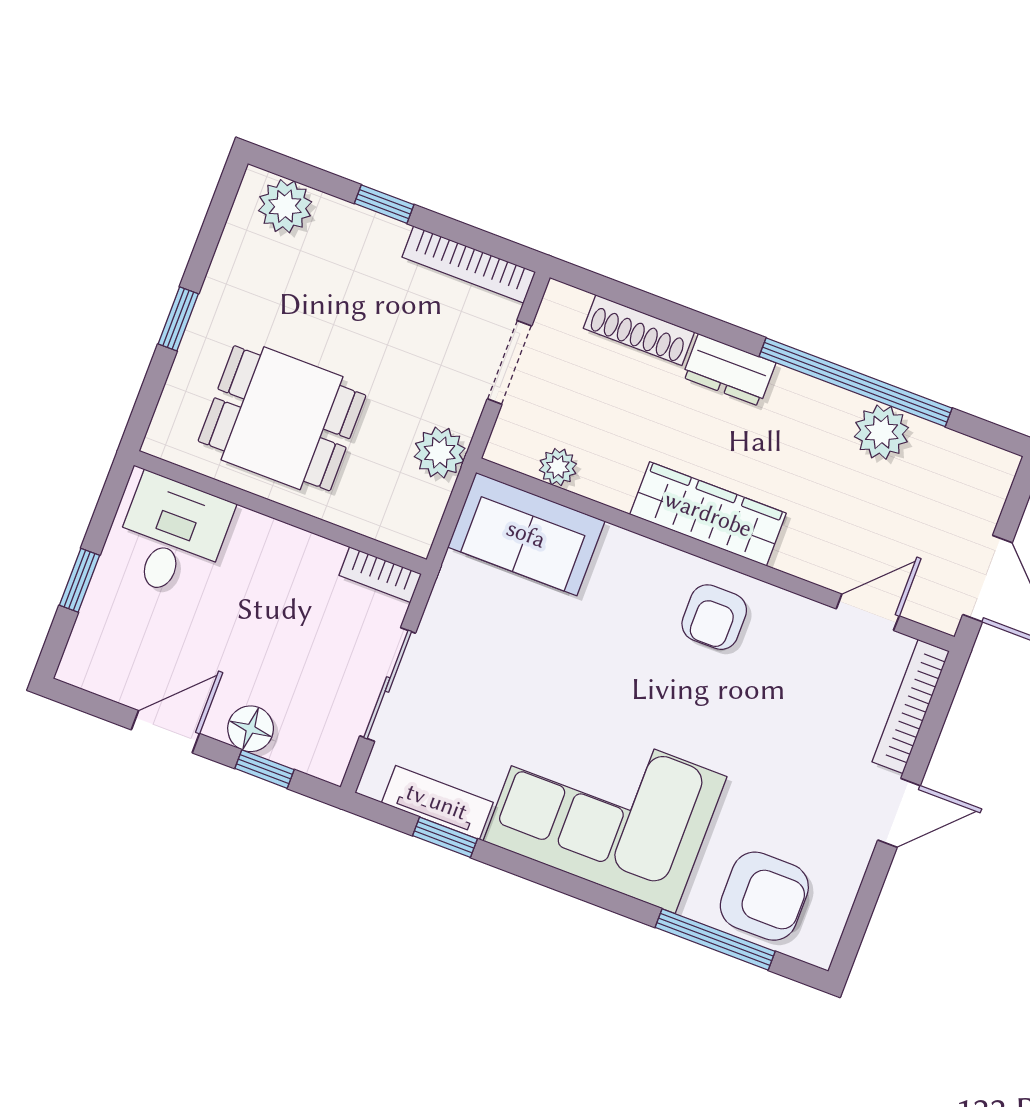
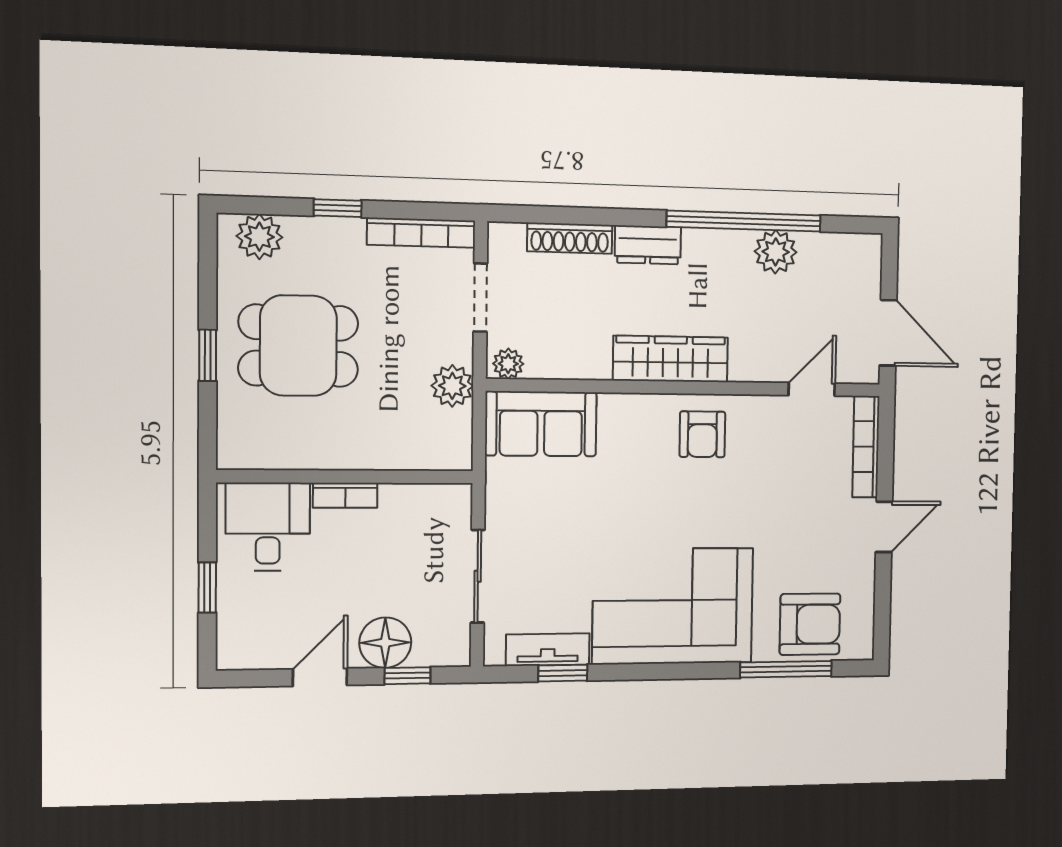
dining table: (282, 418) -> (298, 346), moved
plant: (558, 467) -> (508, 364), moved
bookcase: (380, 575) -> (345, 495), moved
floor lamp: (251, 729) -> (385, 643), width x1.38, depth x1.38

